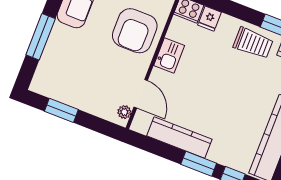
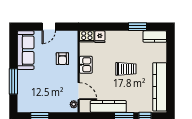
armchair: (135, 31) -> (62, 59), width x0.53, depth x0.53
trolley: (253, 43) -> (126, 69), moved

